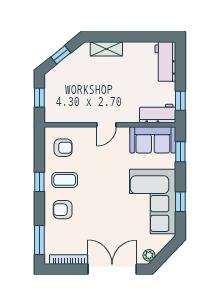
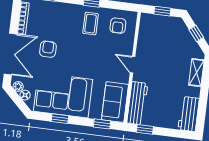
workbench: (165, 62) -> (189, 114), moved, turned -90
workbench: (158, 114) -> (137, 103), width x1.38
armchair: (63, 210) -> (48, 49), moved
floor lamp: (158, 246) -> (25, 95), added

